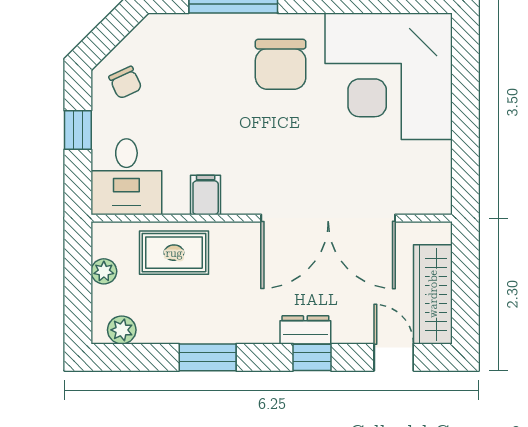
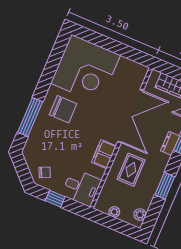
filing cabinet: (206, 195) -> (104, 154), width x2.00
rug: (174, 253) -> (131, 170), moved

